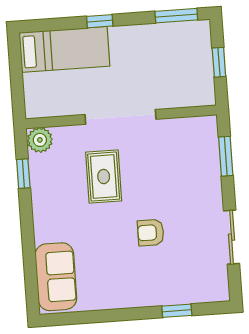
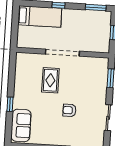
plant: (40, 140) -> (22, 59), removed
window: (23, 174) -> (10, 104), moved

